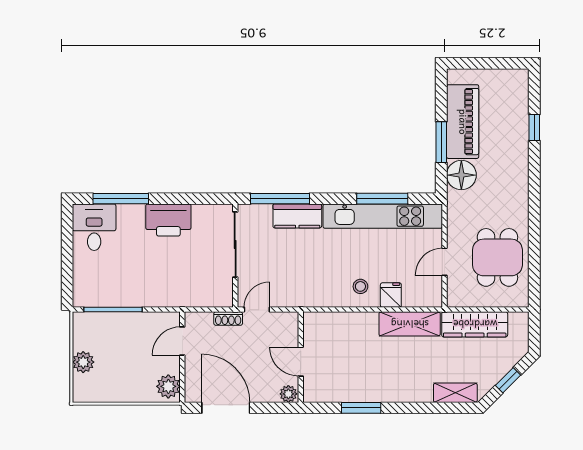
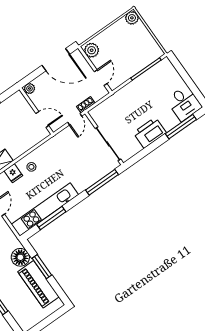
kitchen counter: (297, 216) -> (87, 180), removed
plant: (83, 362) -> (132, 18), moved
door: (301, 362) -> (42, 119), moved

